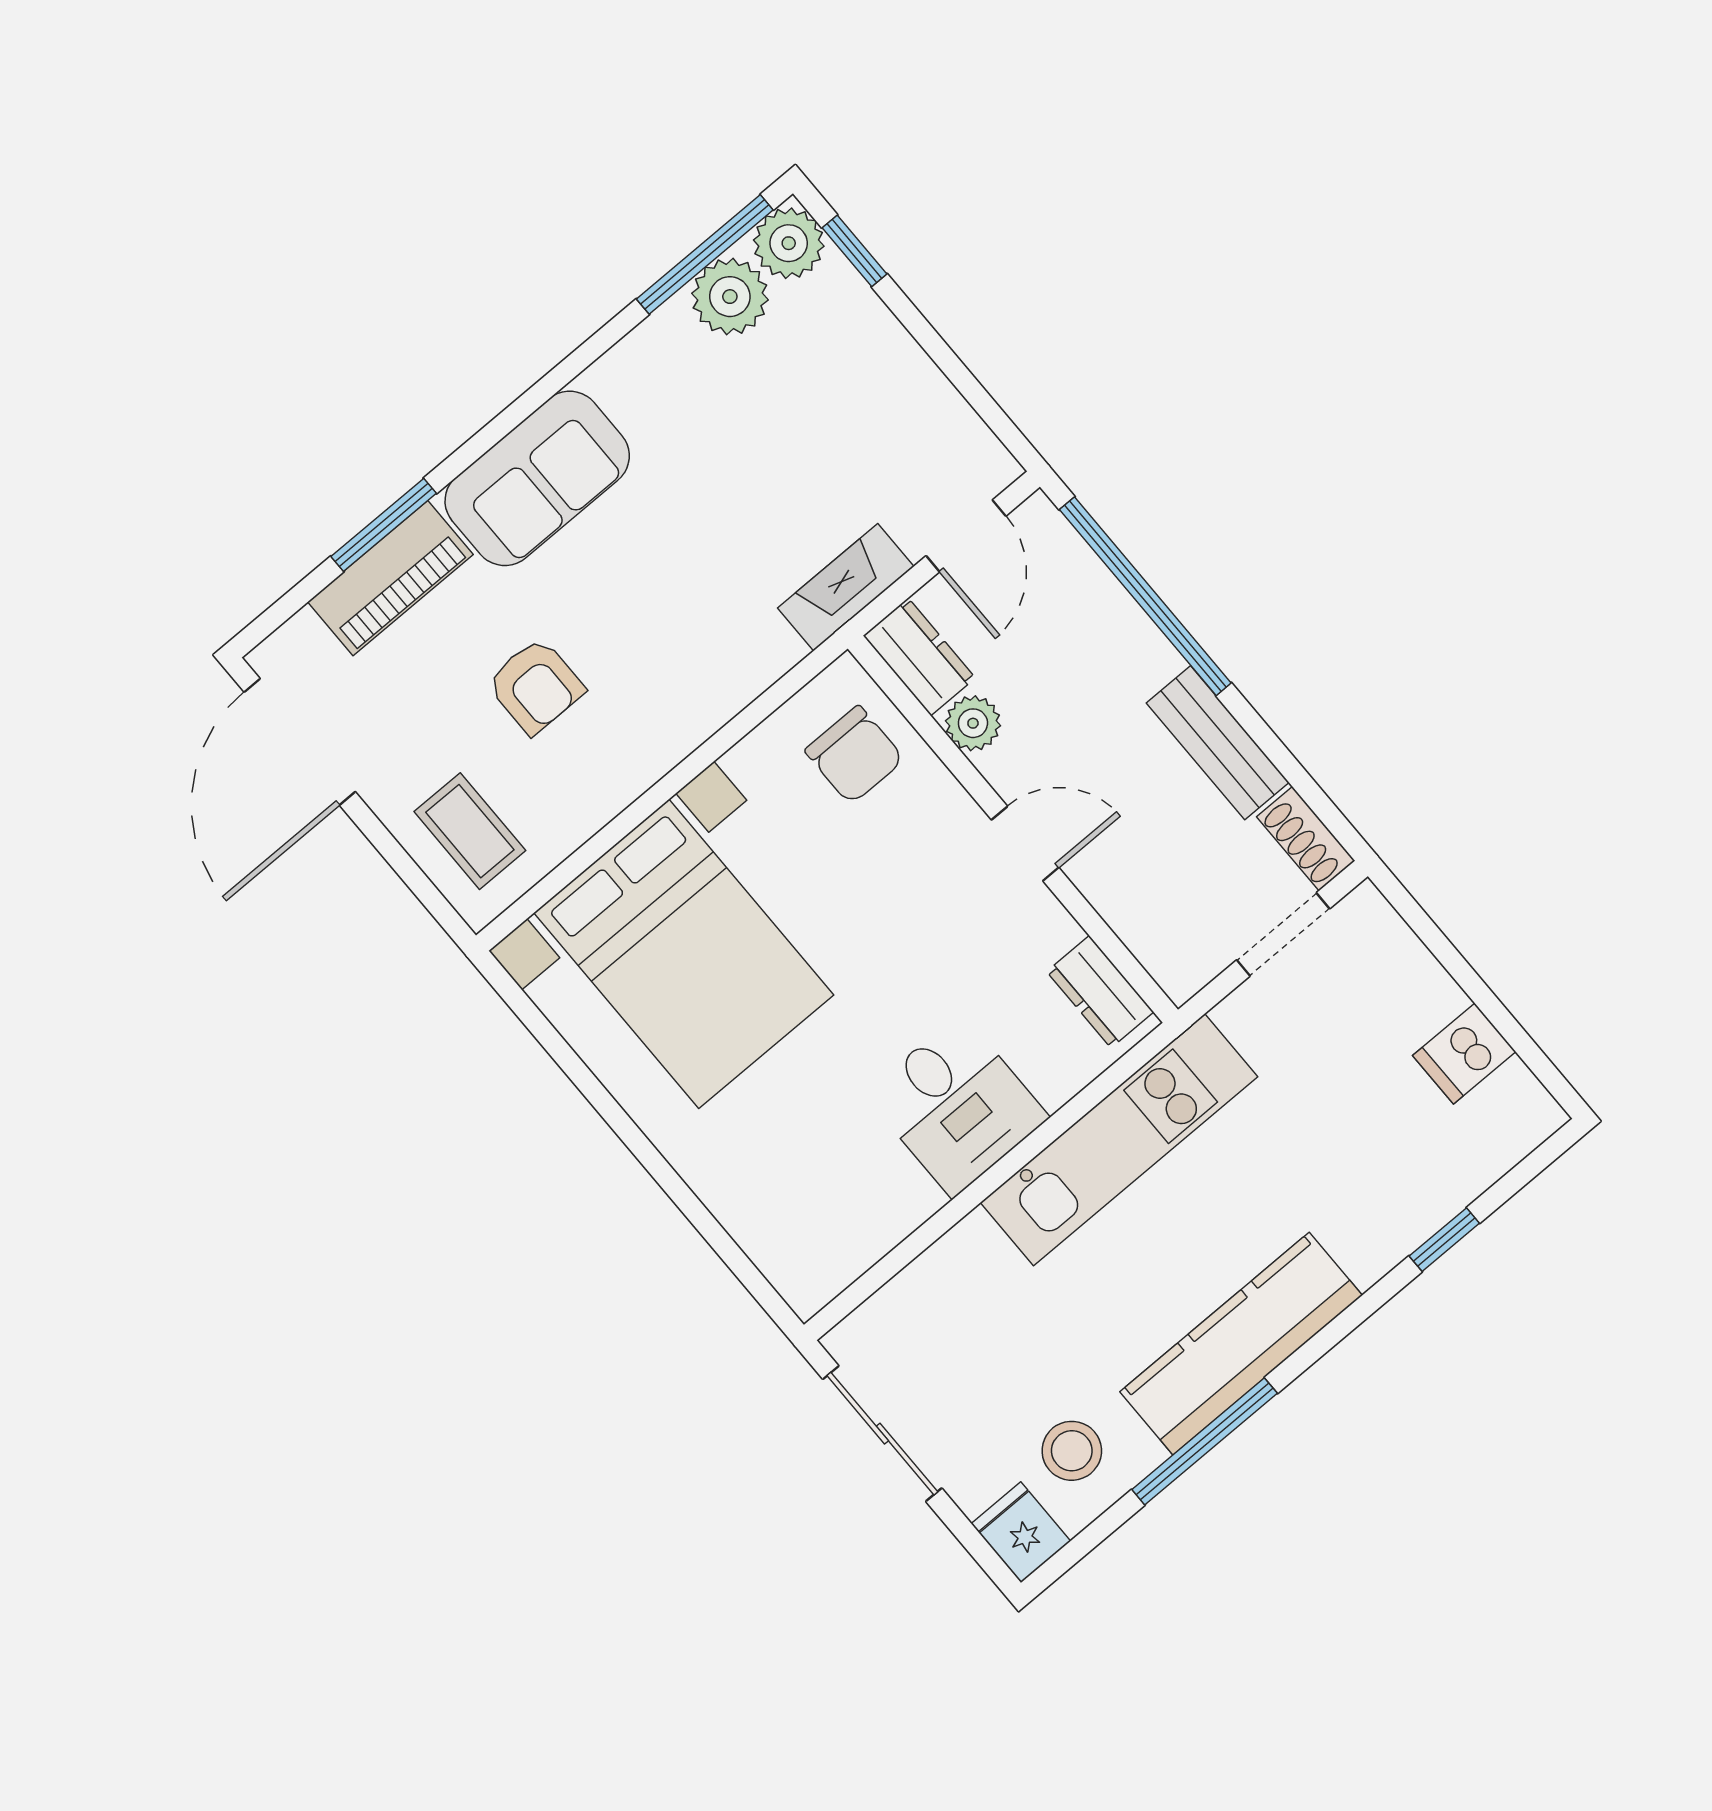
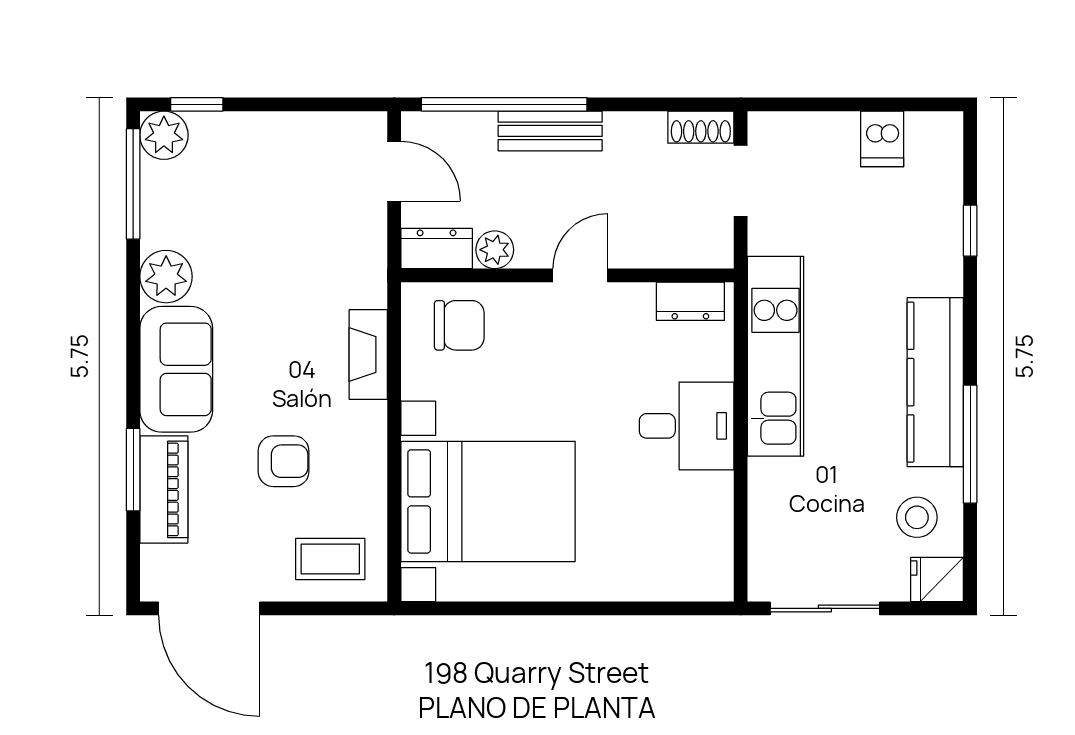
plant: (730, 297) -> (166, 277), moved
fireplace: (846, 587) -> (368, 355), moved
bench: (1218, 743) -> (550, 131), moved

